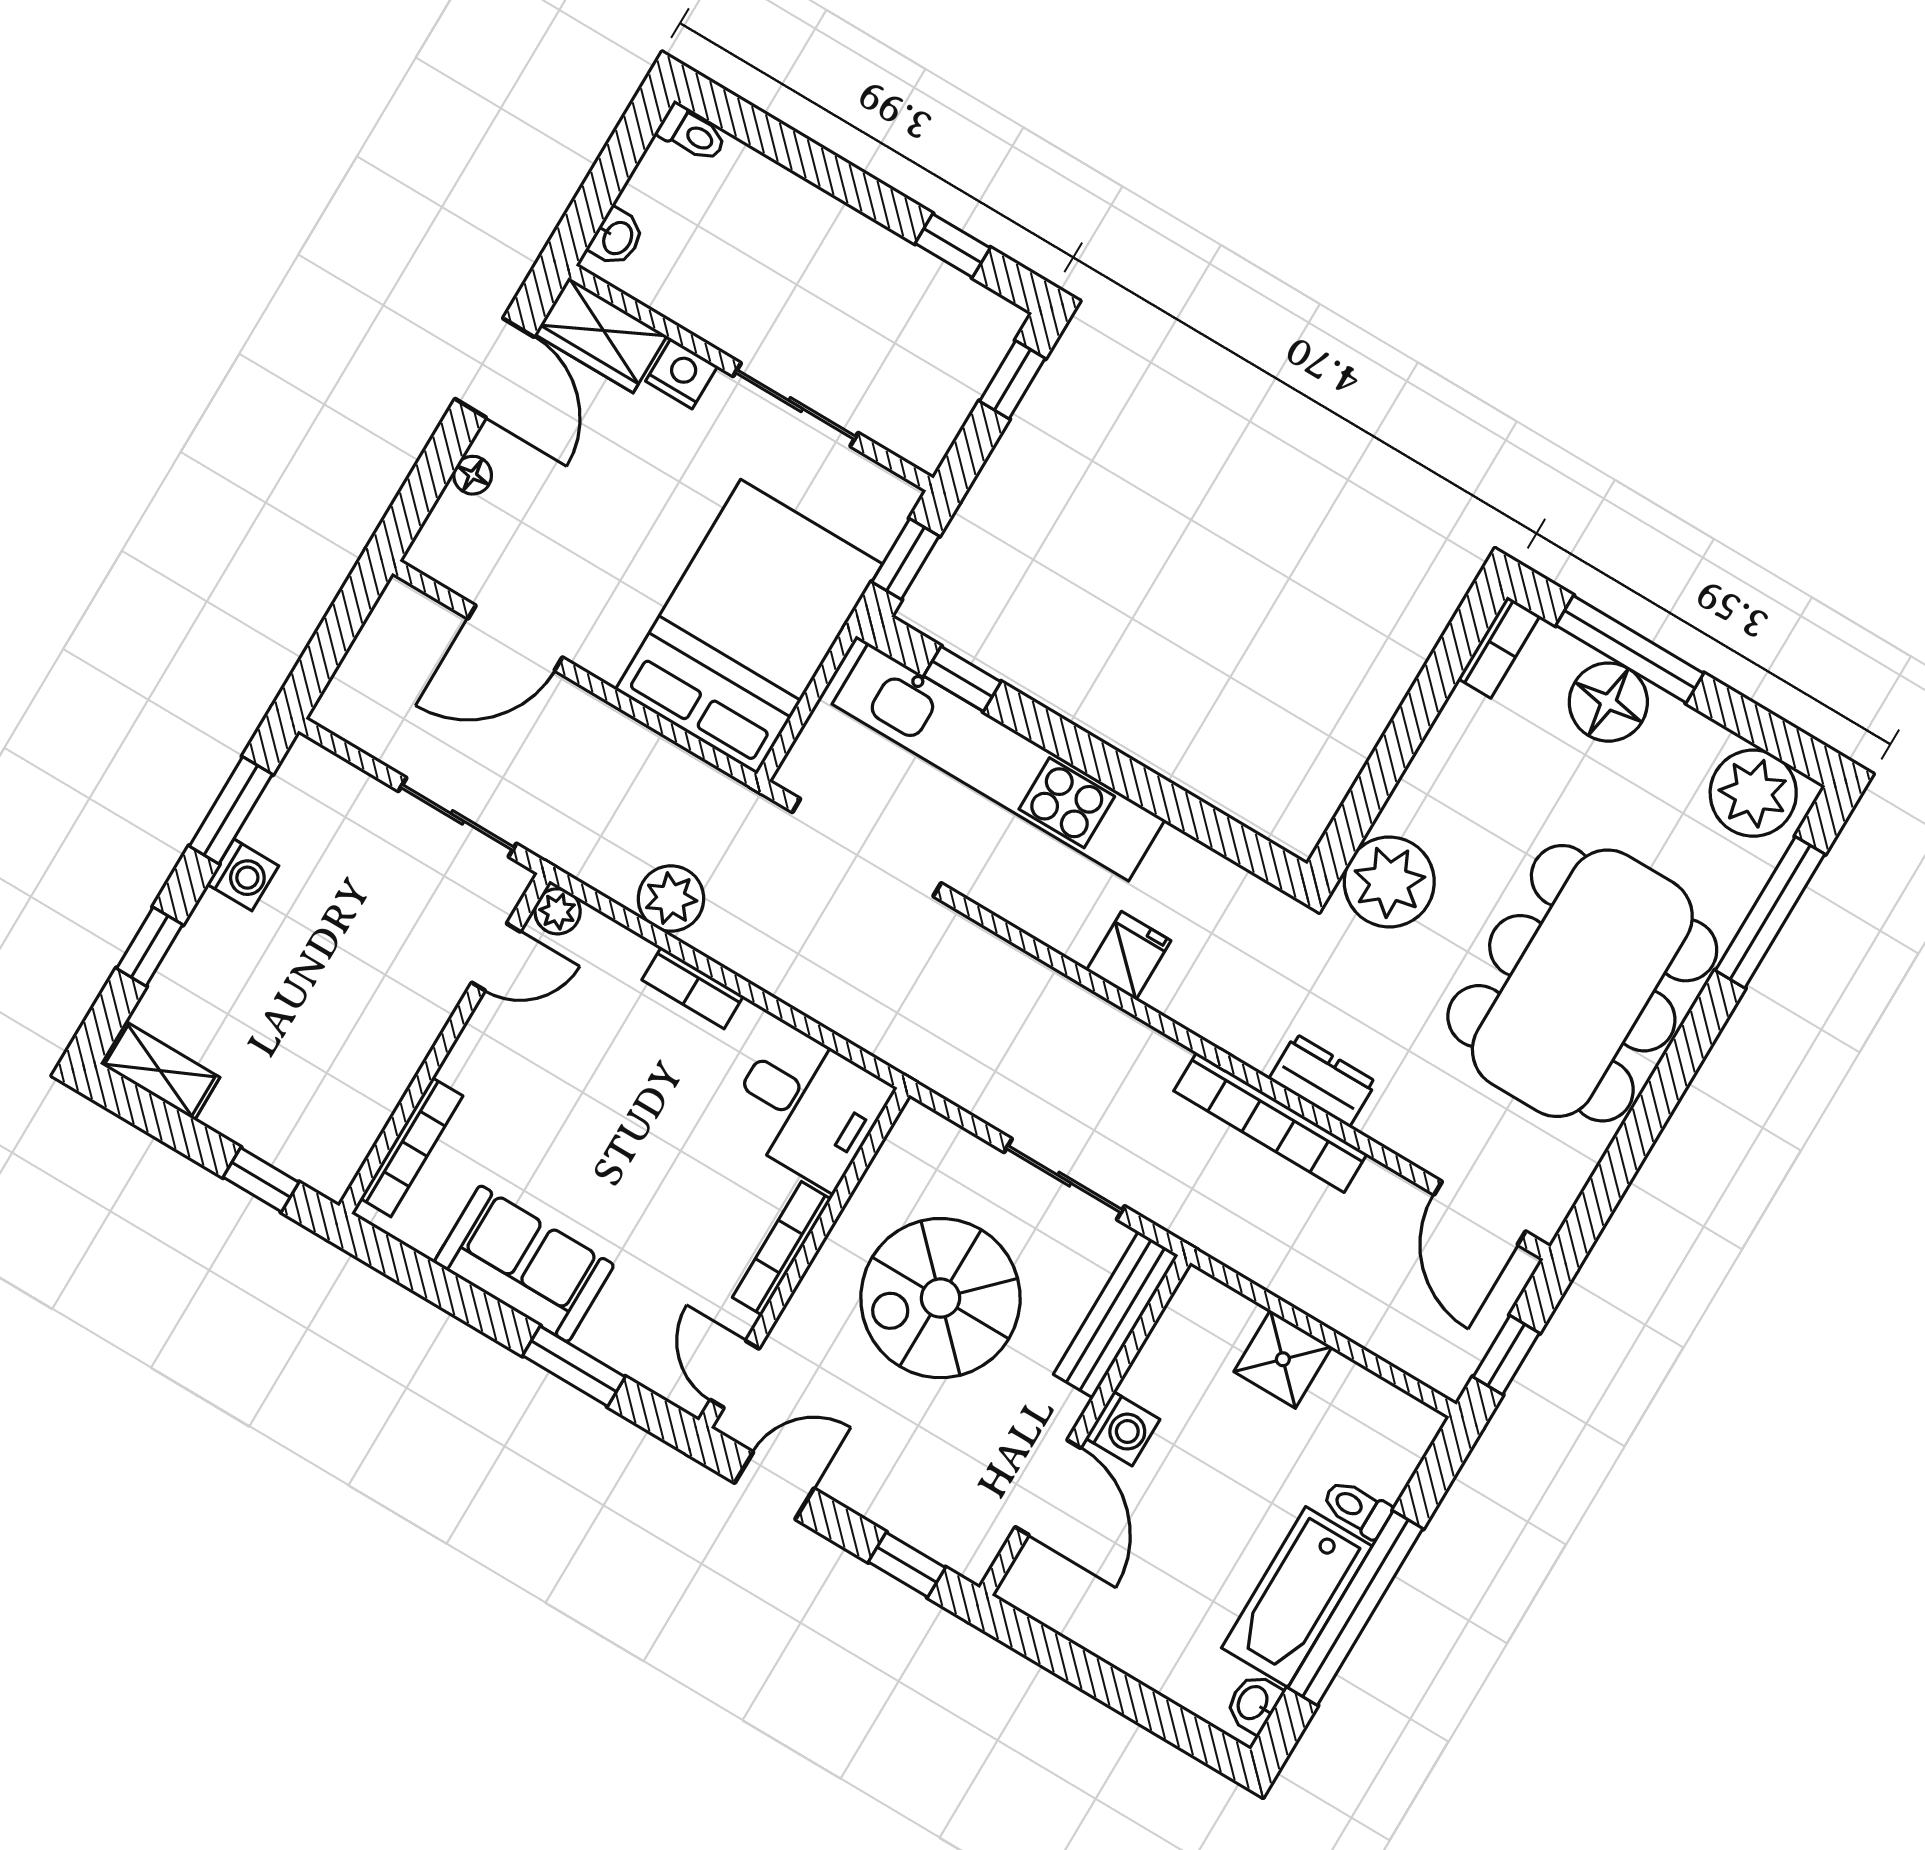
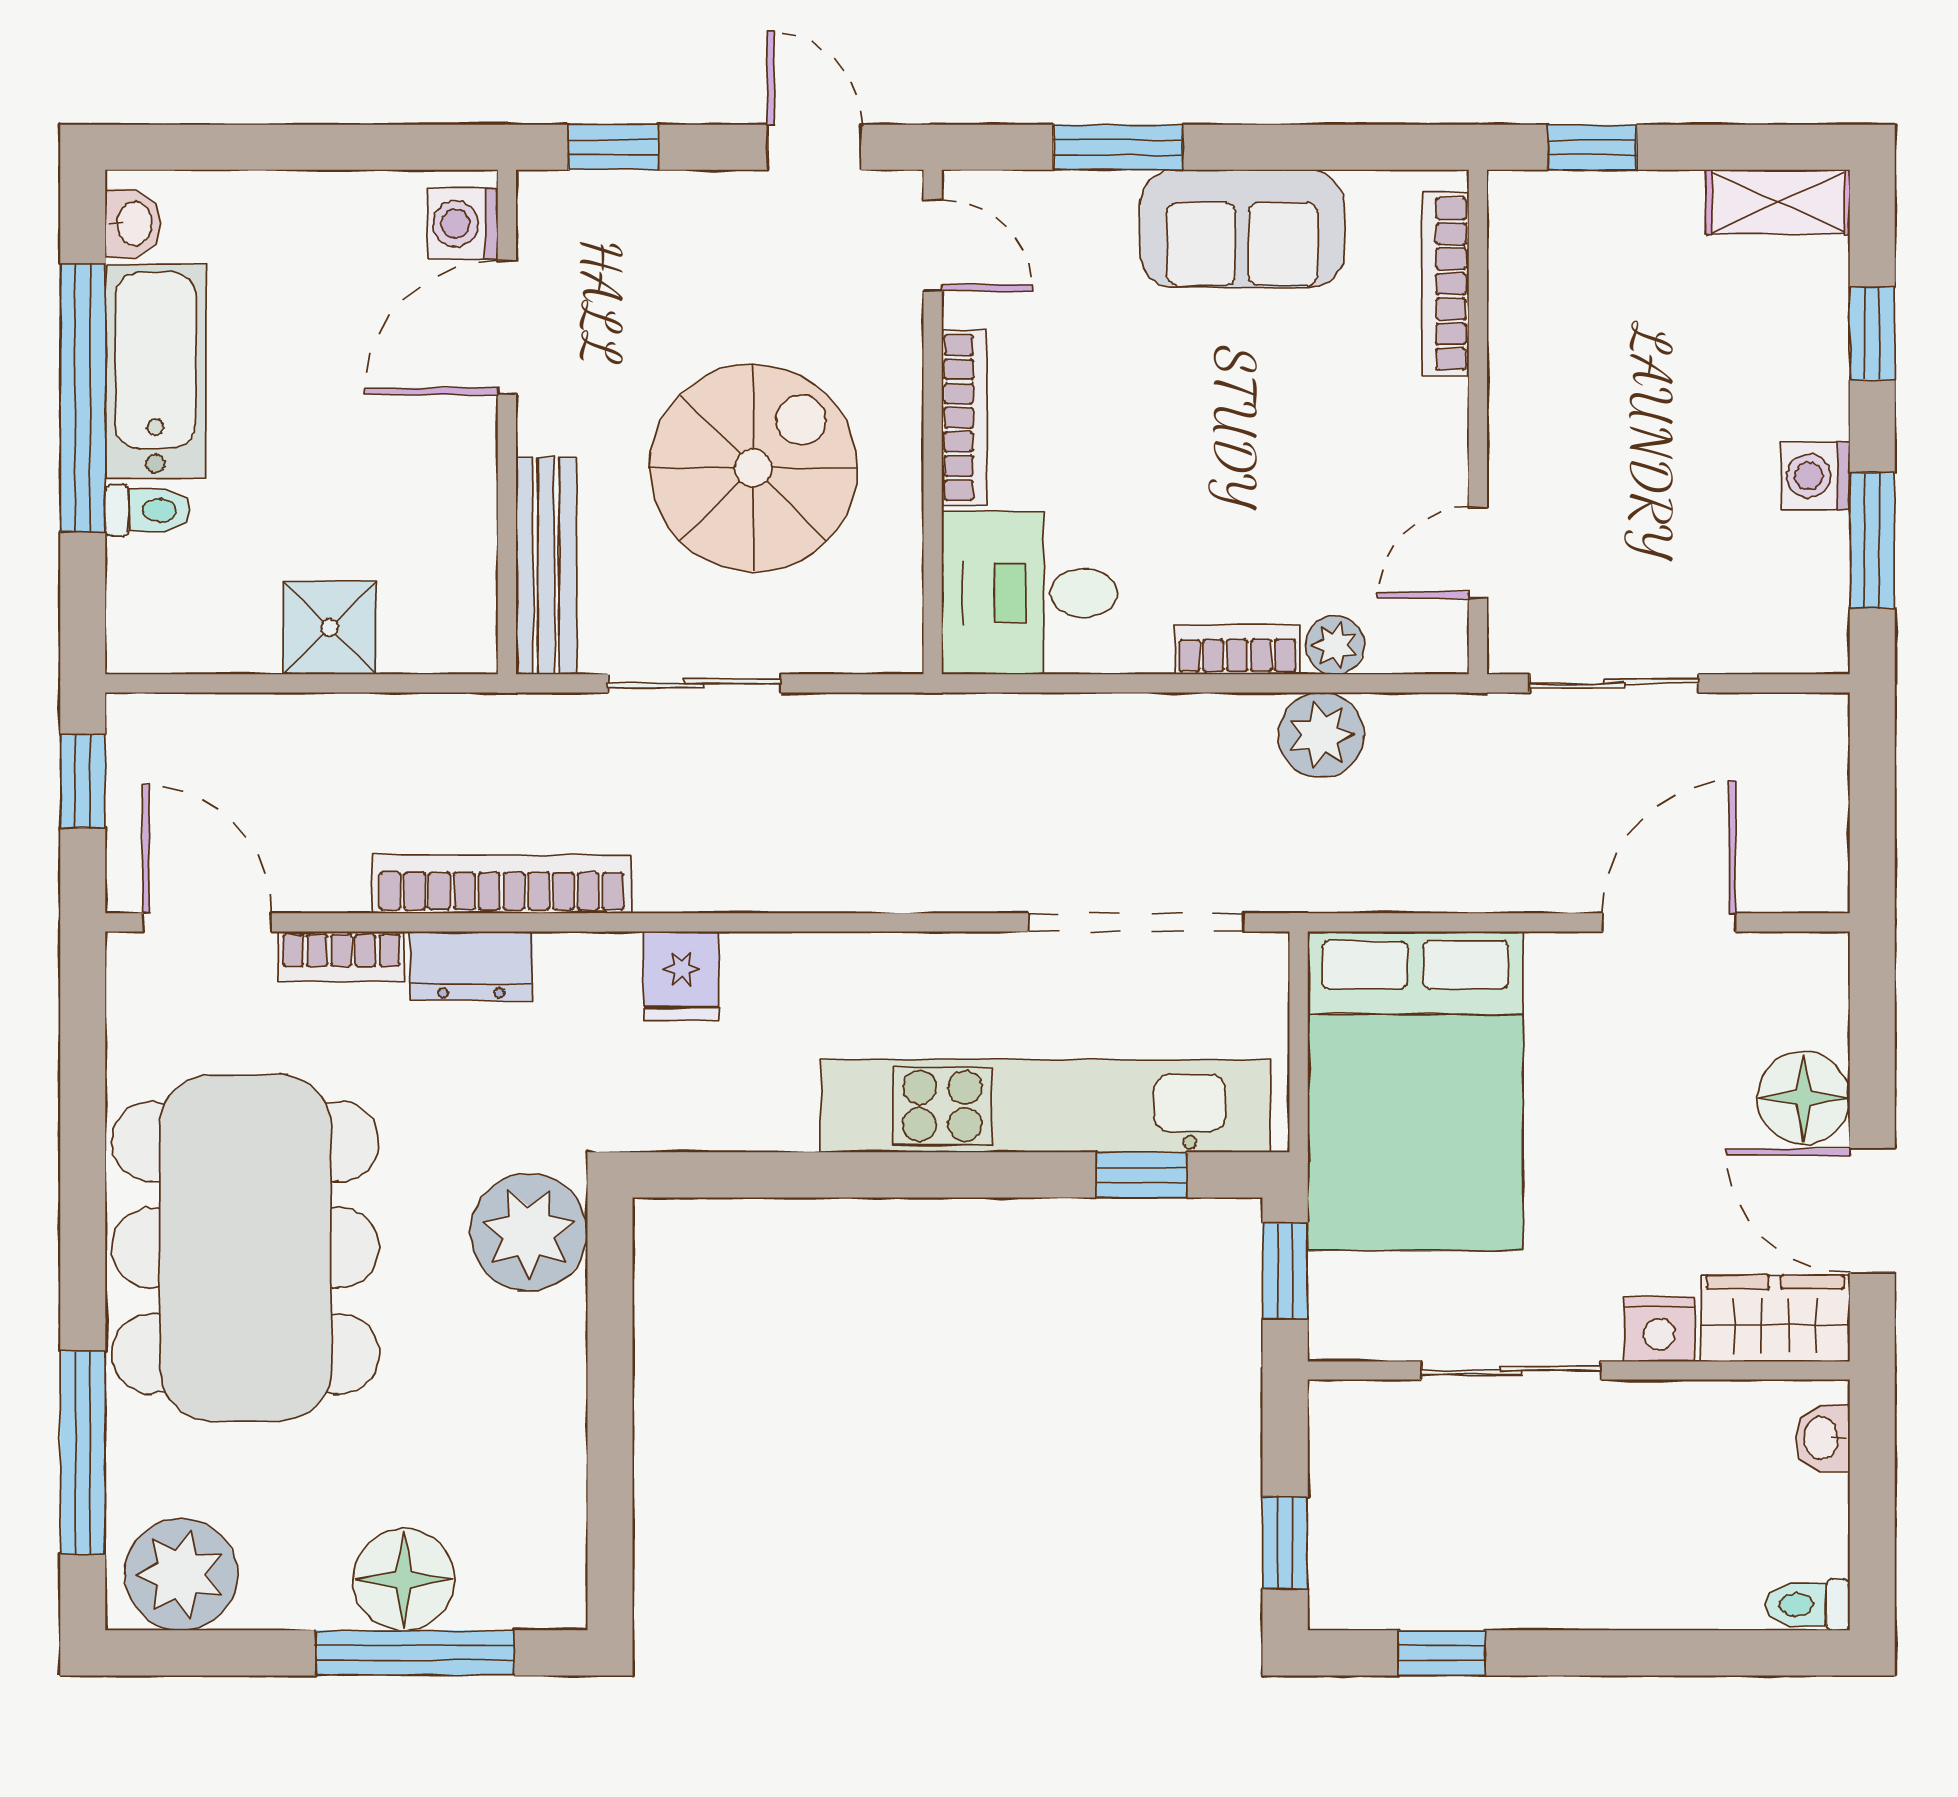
floor lamp: (473, 475) -> (1803, 1098), width x1.89, depth x1.89
bookcase: (1499, 647) -> (341, 956), moved, turned -90
plant: (558, 911) -> (1335, 645), moved
fridge: (1129, 956) -> (681, 976), moved
washing machine: (1123, 1429) -> (462, 224), moved
door: (774, 1486) -> (814, 147), swing flipped
door: (1048, 1487) -> (507, 328), hinge flipped

